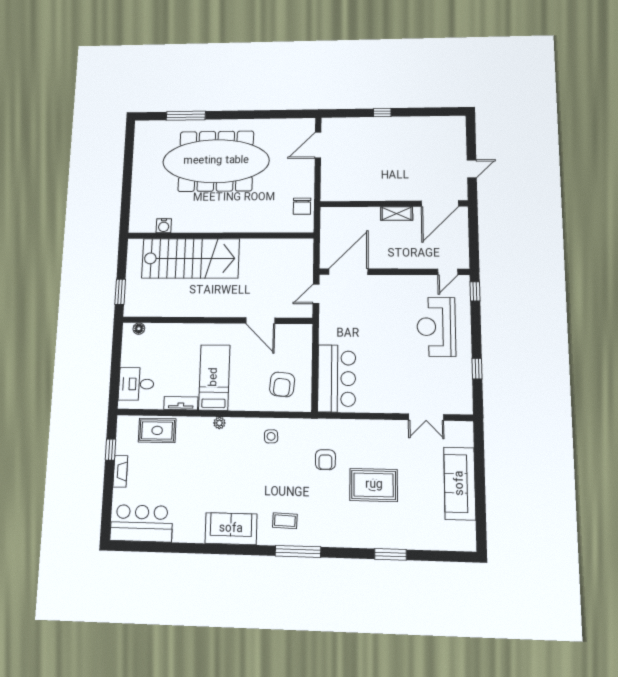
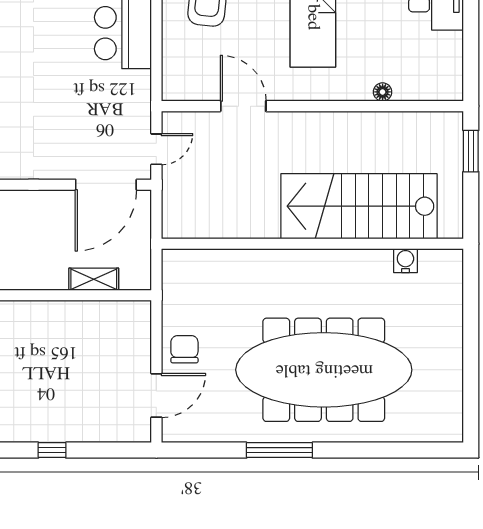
window: (186, 116) -> (279, 450), moved
chair: (302, 206) -> (184, 349), moved
shelving: (397, 214) -> (94, 279), moved
floor lamp: (139, 329) -> (383, 92), moved

